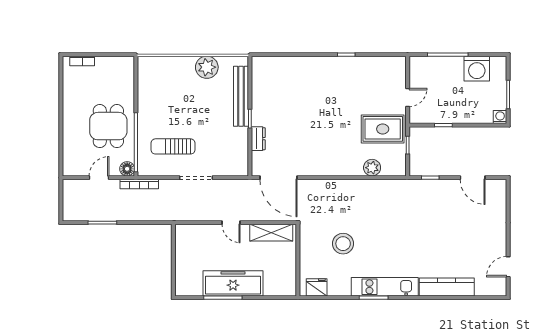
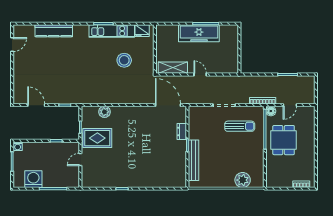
plant: (207, 67) -> (243, 180), moved
kitchen unit: (385, 287) -> (112, 31), moved

